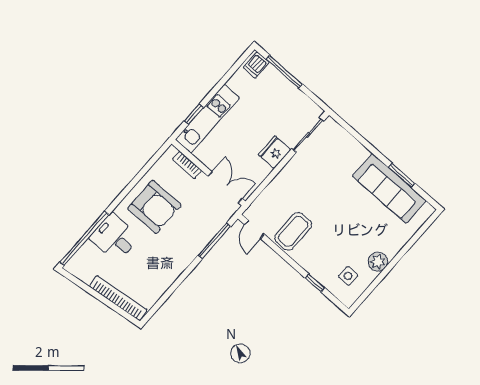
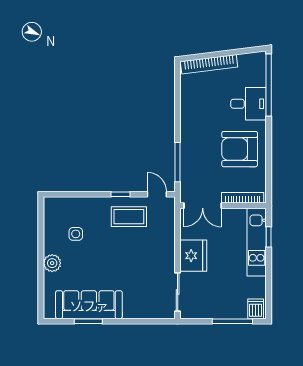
fridge: (275, 152) -> (193, 256), width x1.36, depth x1.34
bookcase: (187, 165) -> (243, 198), width x1.56
coffee table: (293, 231) -> (129, 217), turned 90
plant: (378, 262) -> (52, 263), moved
side table: (348, 276) -> (76, 234), moved
window: (315, 283) -> (120, 194), moved

